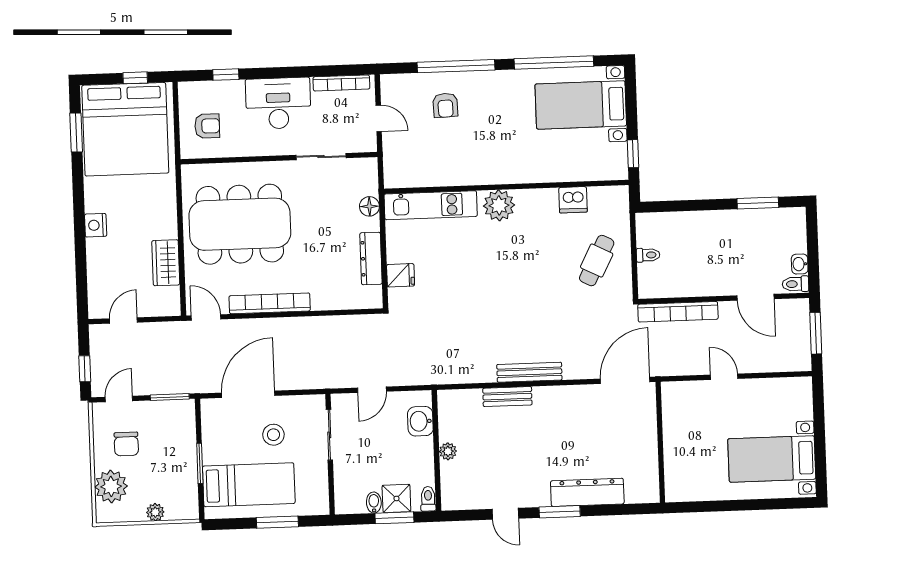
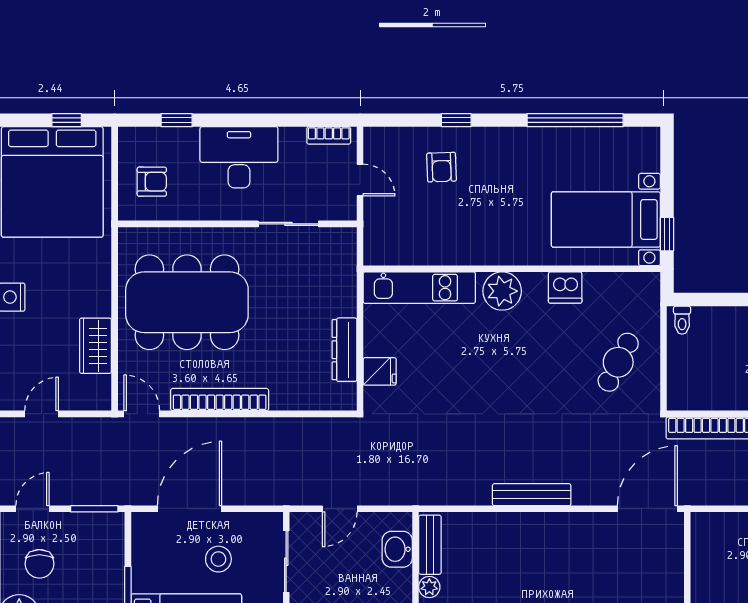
window: (456, 66) -> (456, 120), width x0.32
bookcase: (341, 83) -> (329, 135), width x0.64
bed with nightstands: (581, 105) -> (606, 219), moved
dishwasher: (573, 200) -> (565, 287), moved
floor lamp: (369, 206) -> (345, 286), removed
toilet: (648, 255) -> (682, 320), moved, turned 90
bench: (507, 397) -> (430, 545), moved, turned 90

